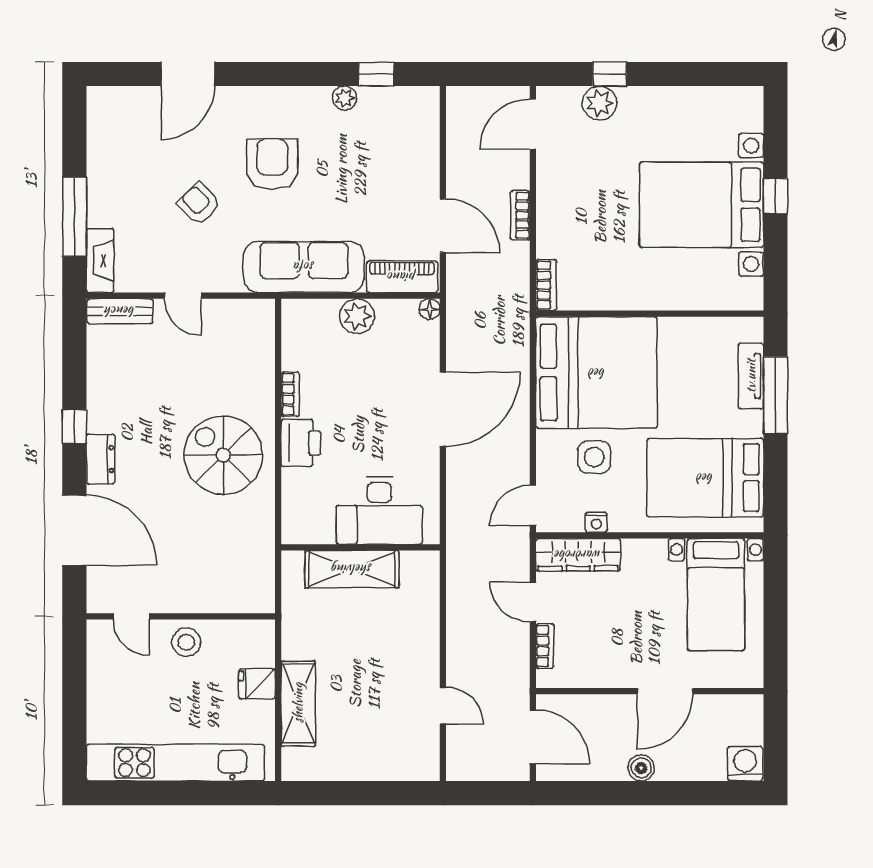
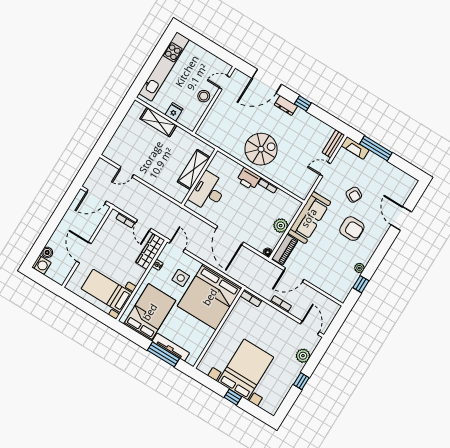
window: (610, 74) -> (301, 381), moved
armchair: (199, 203) -> (354, 195), turned 72
tv unit: (751, 376) -> (171, 347), width x1.41
door: (533, 602) -> (143, 225), swing flipped
boiler: (641, 768) -> (47, 252), moved

